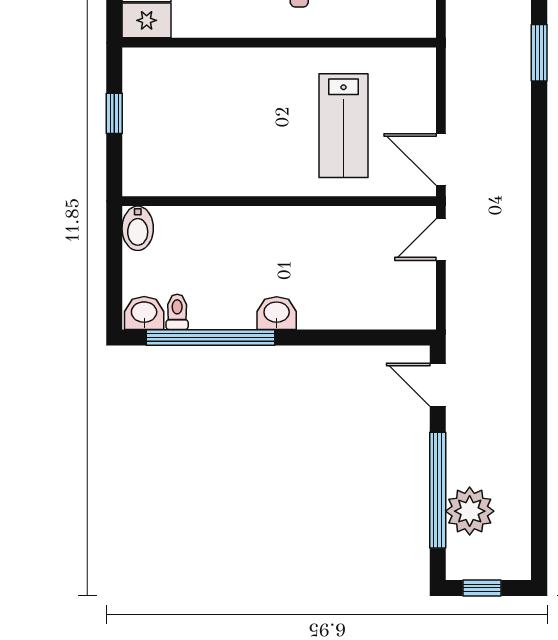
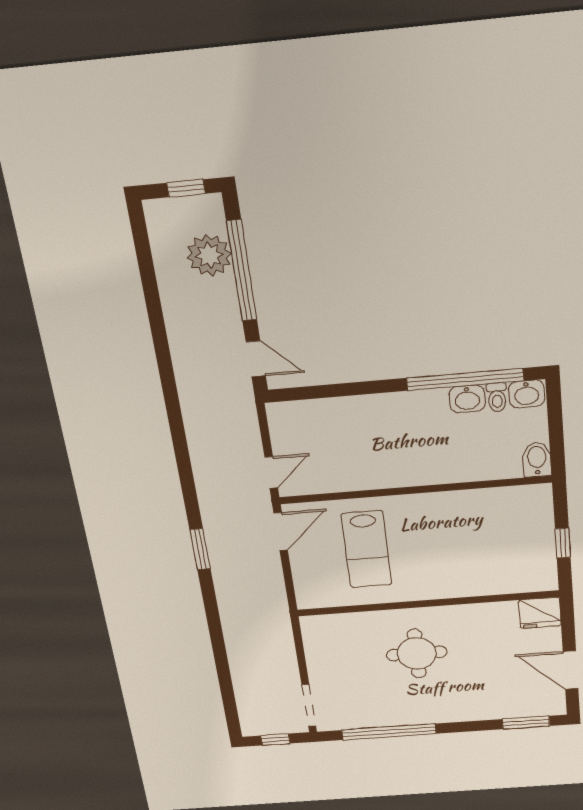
window: (539, 53) -> (200, 549), moved
lab bench: (344, 126) -> (367, 549), turned 180
door: (441, 159) -> (281, 532), hinge flipped
washbasin: (277, 313) -> (467, 399), moved

